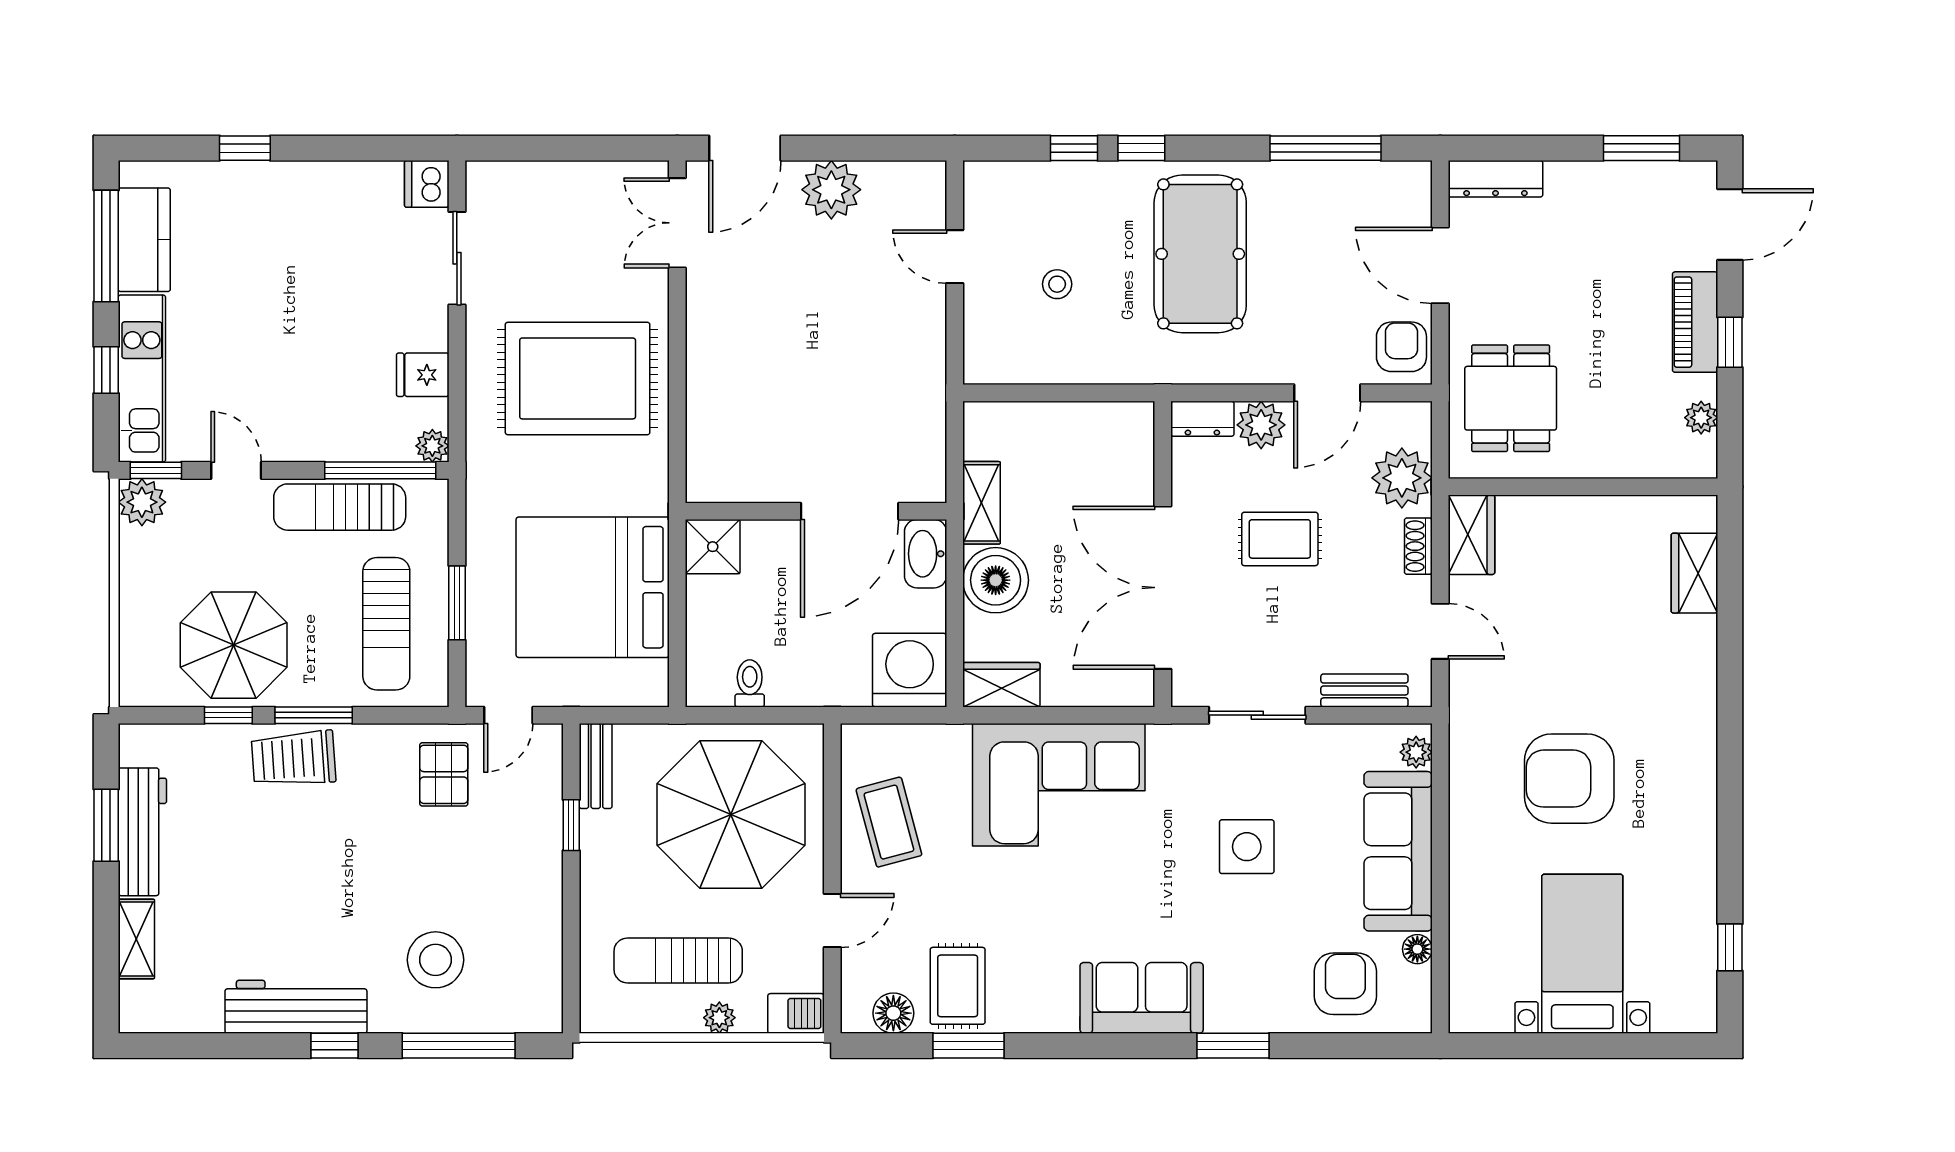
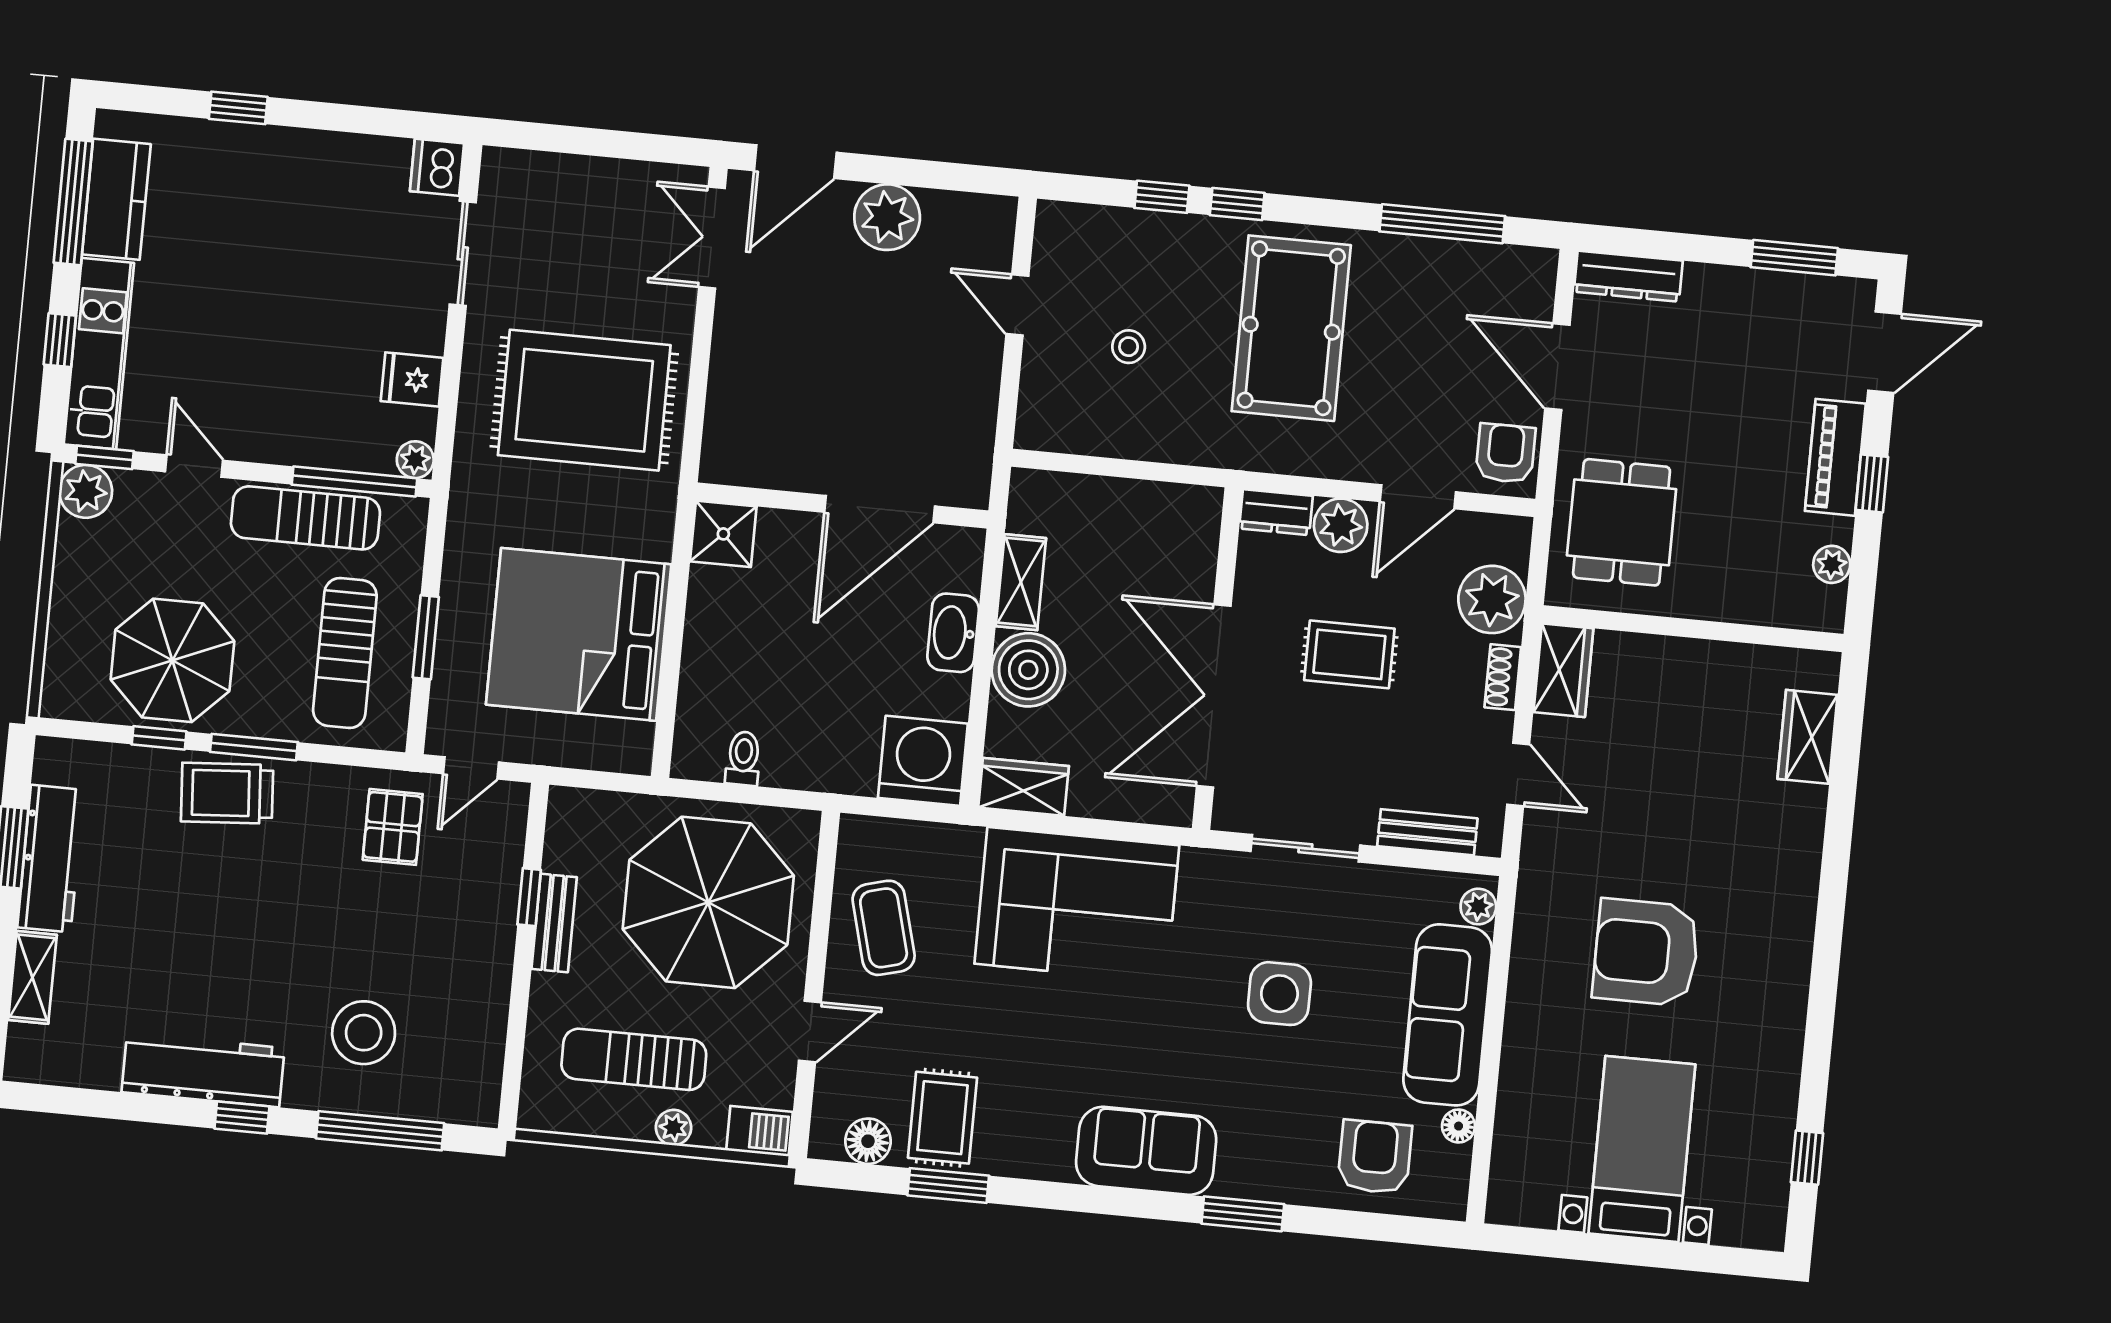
wall: (816, 511) -> (842, 505), moved
door: (850, 511) -> (880, 509), moved
shower: (713, 547) -> (723, 534), moved
bench: (596, 766) -> (554, 923), moved

